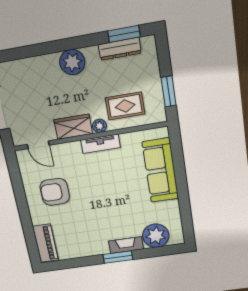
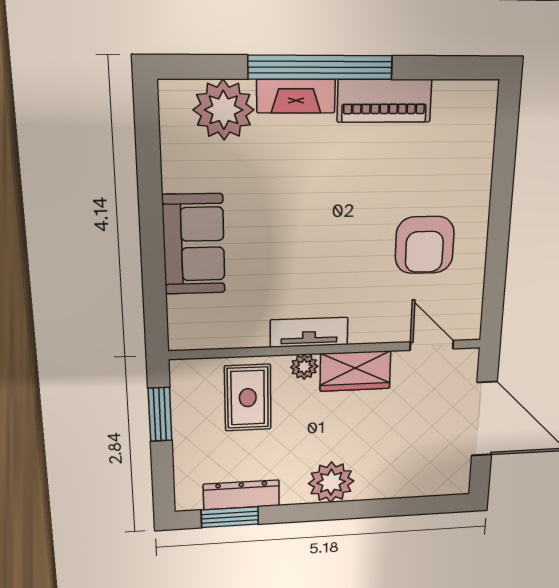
rug: (125, 106) -> (248, 398), turned 90
sofa: (160, 170) -> (194, 244), width x0.73
armchair: (55, 192) -> (425, 245), turned 90
piano: (45, 243) -> (384, 101), moved, turned -90
window: (118, 257) -> (320, 67), width x2.11

